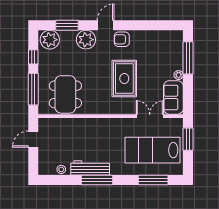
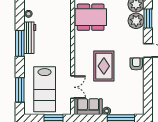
plant: (86, 40) -> (136, 21), moved
rug: (124, 78) -> (104, 66), turned 90
lab bench: (152, 150) -> (45, 89), turned 180

